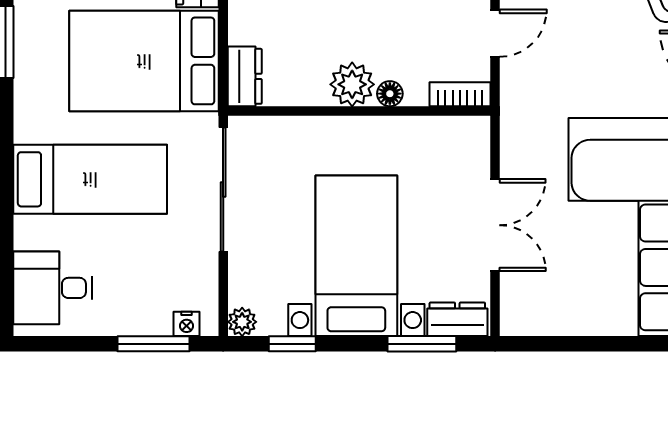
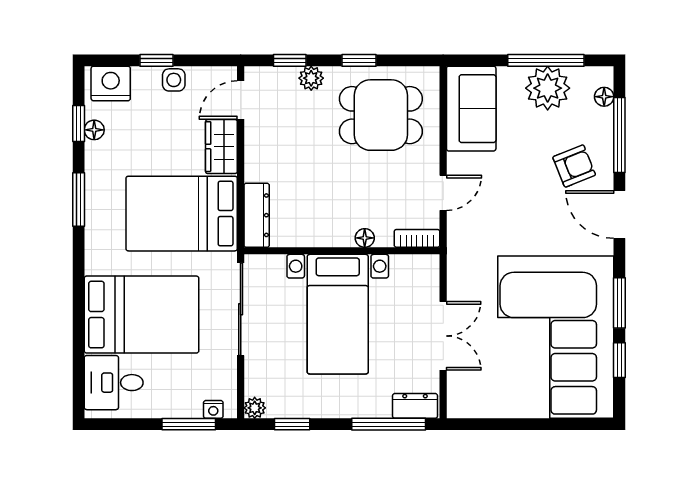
dresser: (245, 76) -> (257, 215), width x1.44
plant: (352, 84) -> (337, 231), removed
bed: (90, 179) -> (142, 315), width x1.50
bed with nightstands: (356, 256) -> (338, 314), moved, turned 180
window: (422, 344) -> (389, 424), width x1.44

